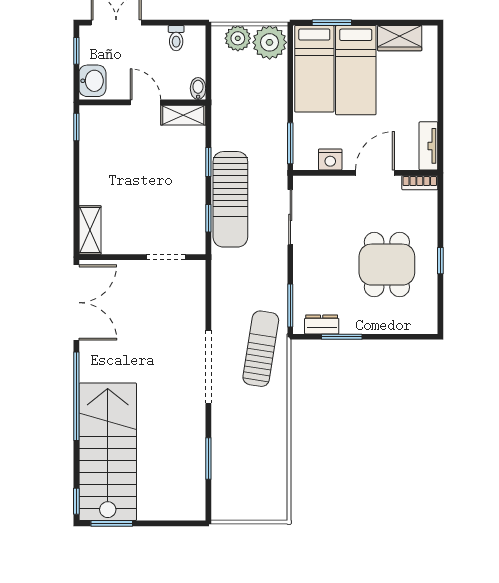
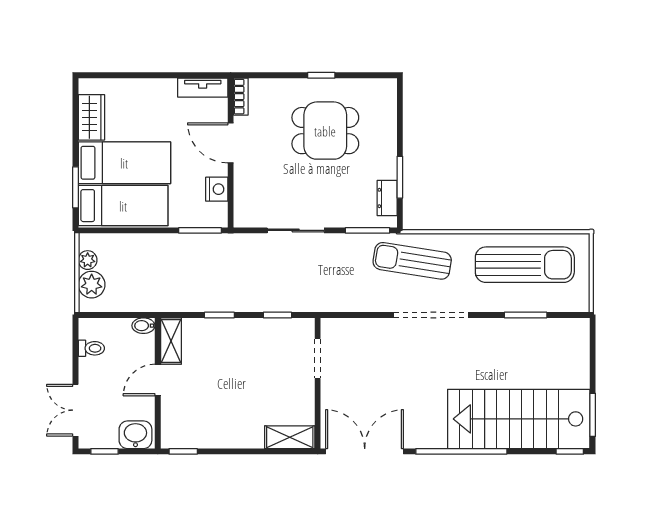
plant: (270, 42) -> (88, 260), width x0.53, depth x0.53
sun lounger: (230, 199) -> (525, 265), moved
sliding door: (290, 217) -> (296, 230), moved

